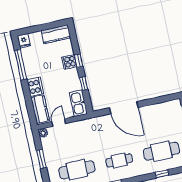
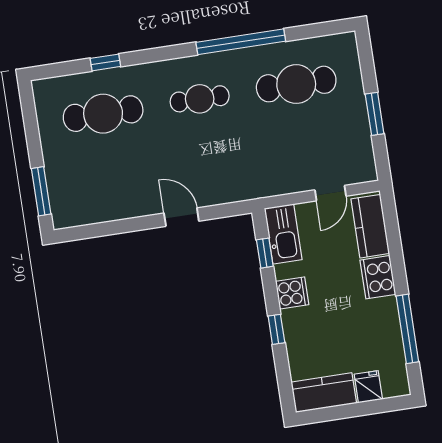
fridge: (24, 41) -> (368, 387), moved
cooker: (69, 62) -> (292, 293), moved
window: (84, 83) -> (265, 253), moved
door: (124, 108) -> (181, 217), width x0.53
plant: (43, 133) -> (367, 172), removed

